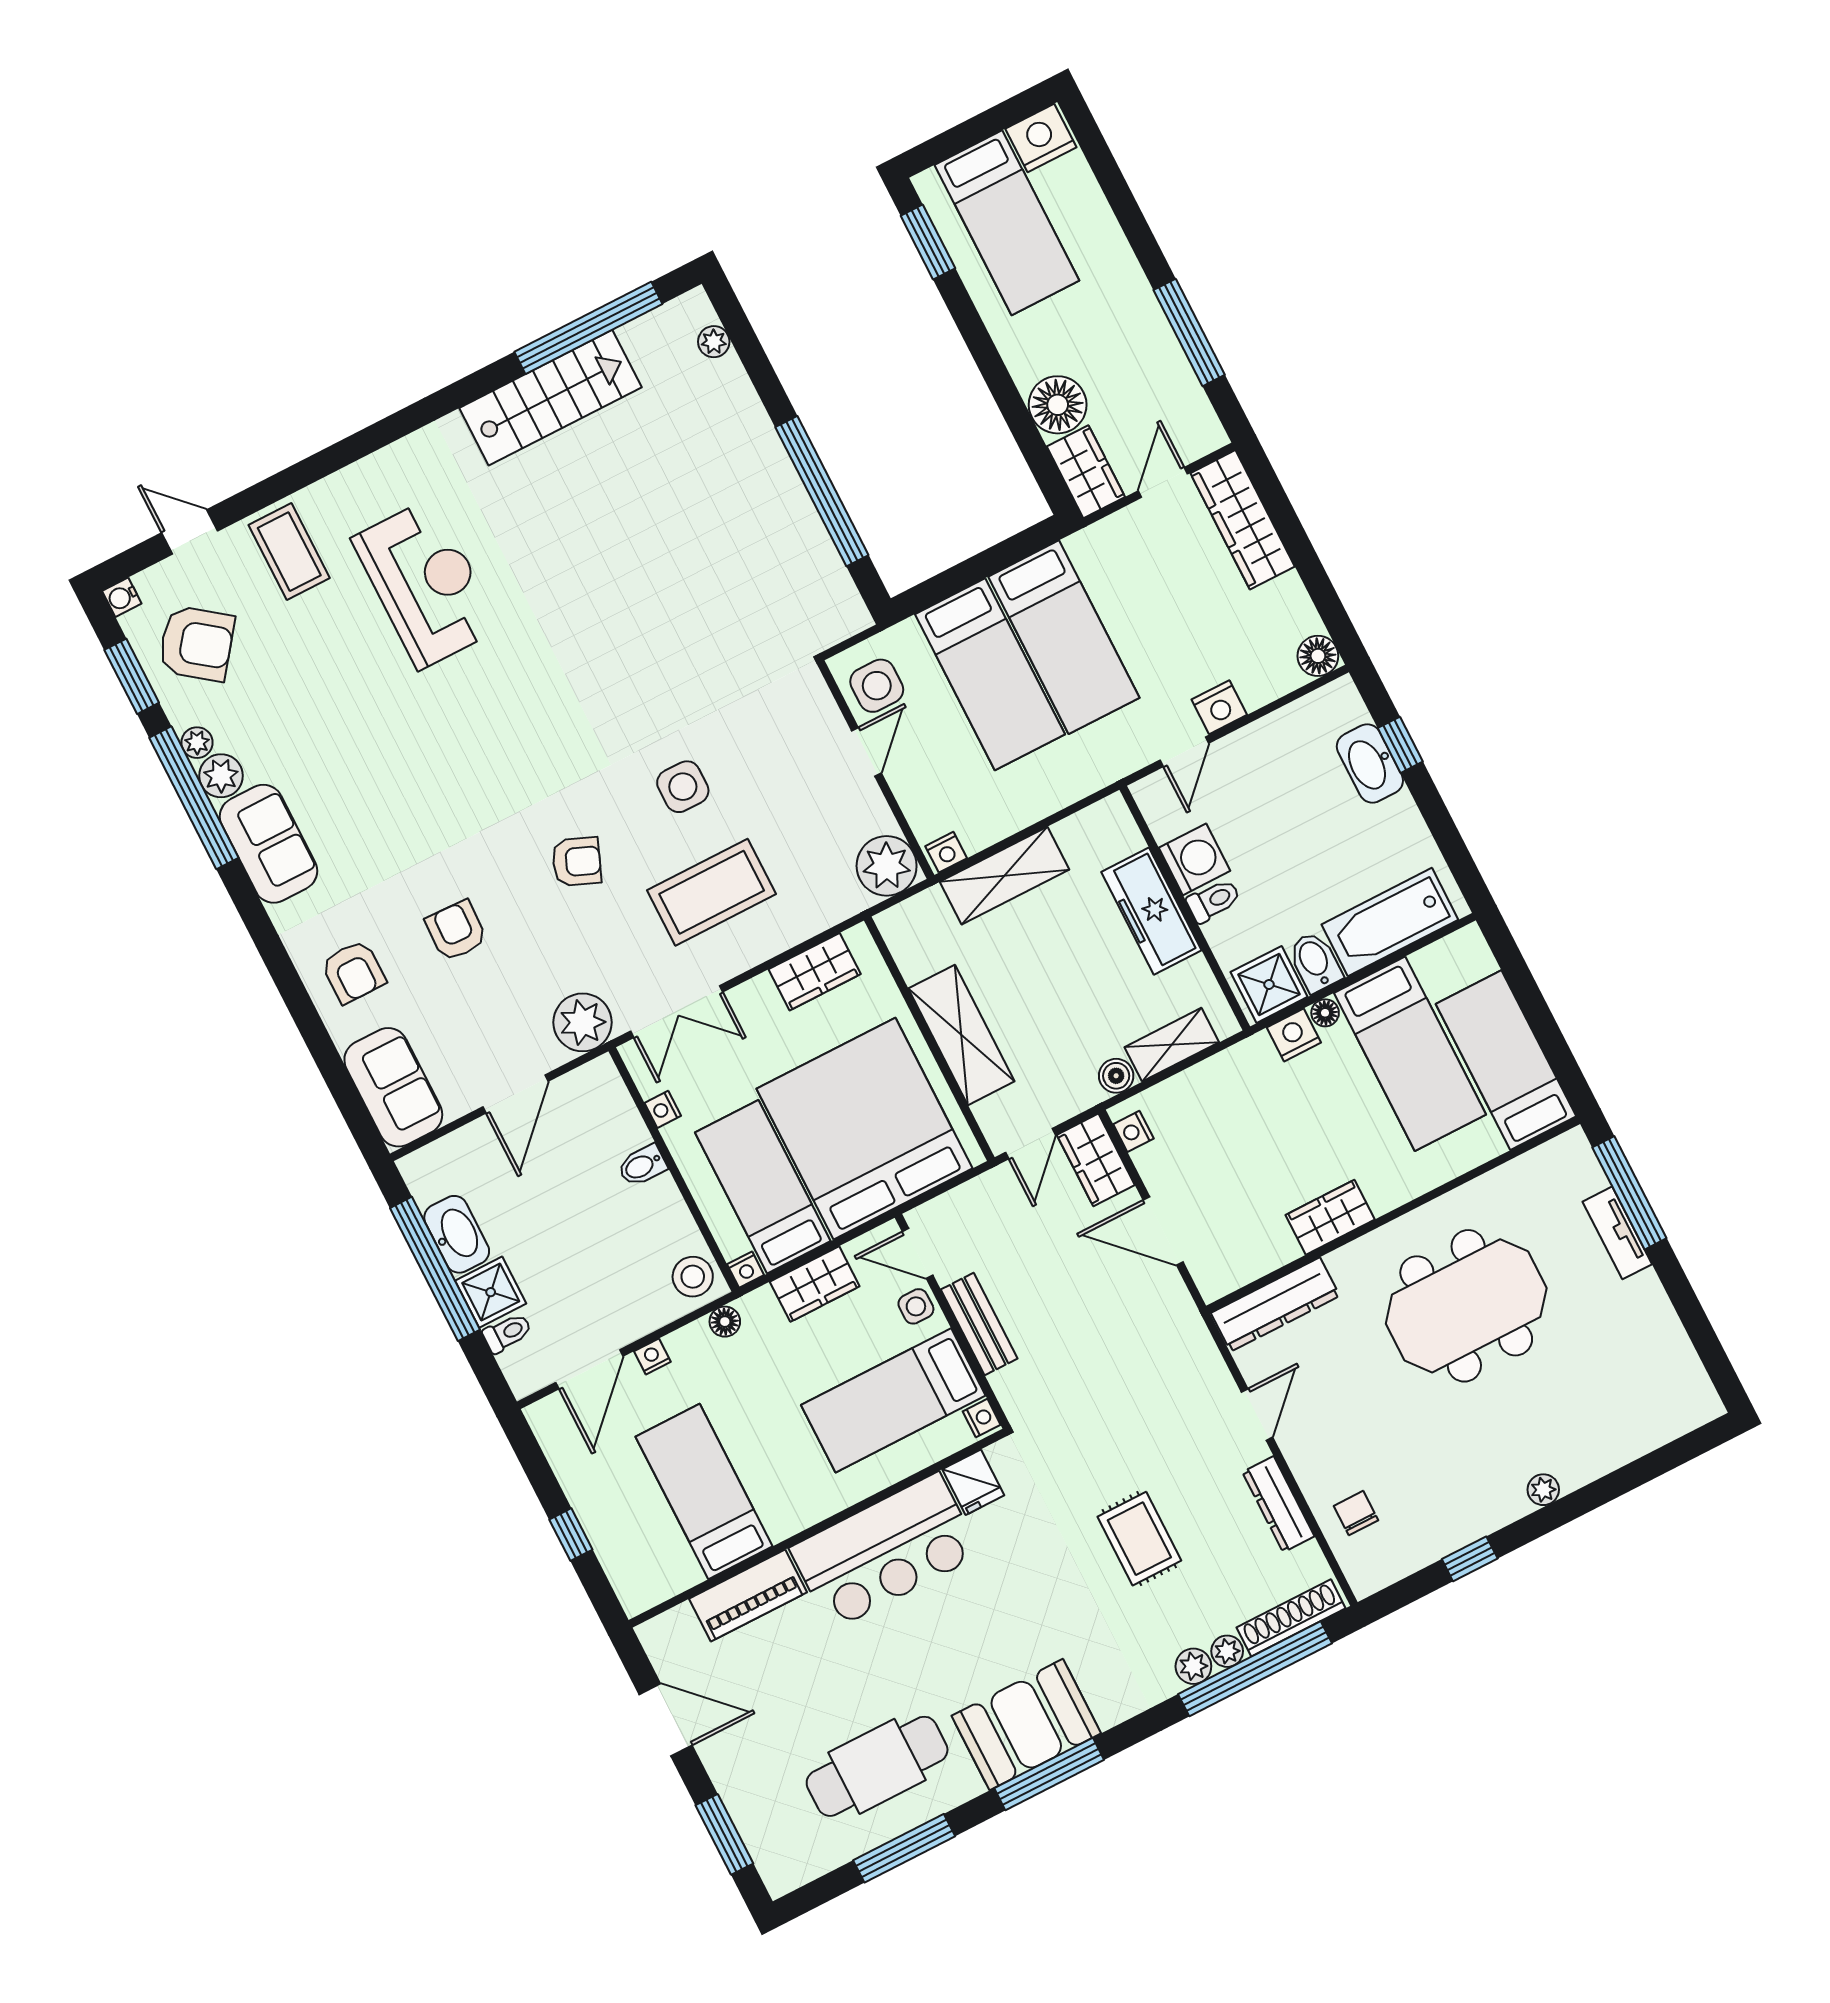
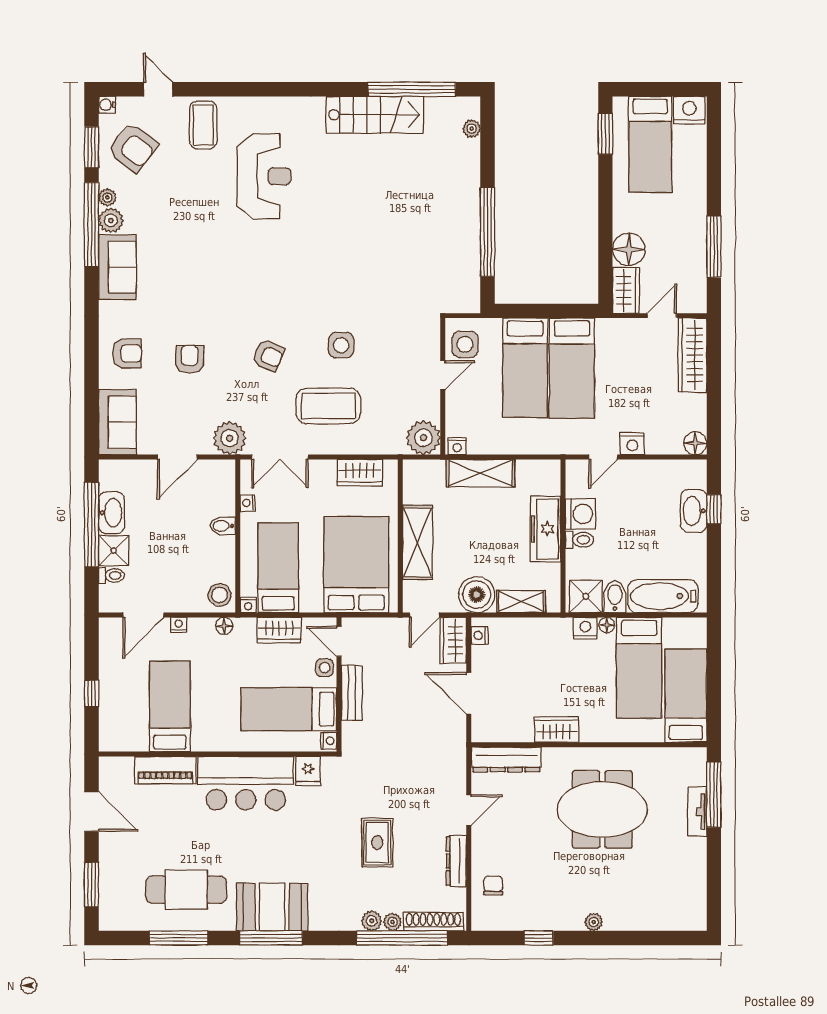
armchair: (353, 972) -> (127, 354), turned -90
boiler: (1116, 1076) -> (477, 595), width x1.86, depth x1.86
bed: (865, 1129) -> (356, 565), width x0.73

